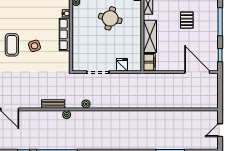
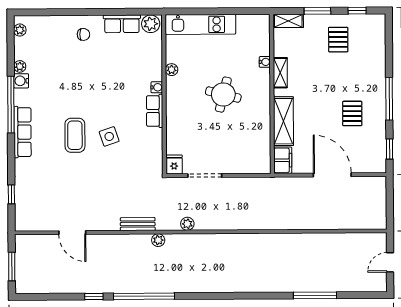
pallet: (187, 20) -> (352, 113), moved
row of seats: (65, 34) -> (155, 111), width x0.68
fridge: (122, 65) -> (174, 165), moved
door: (197, 72) -> (332, 175), moved

